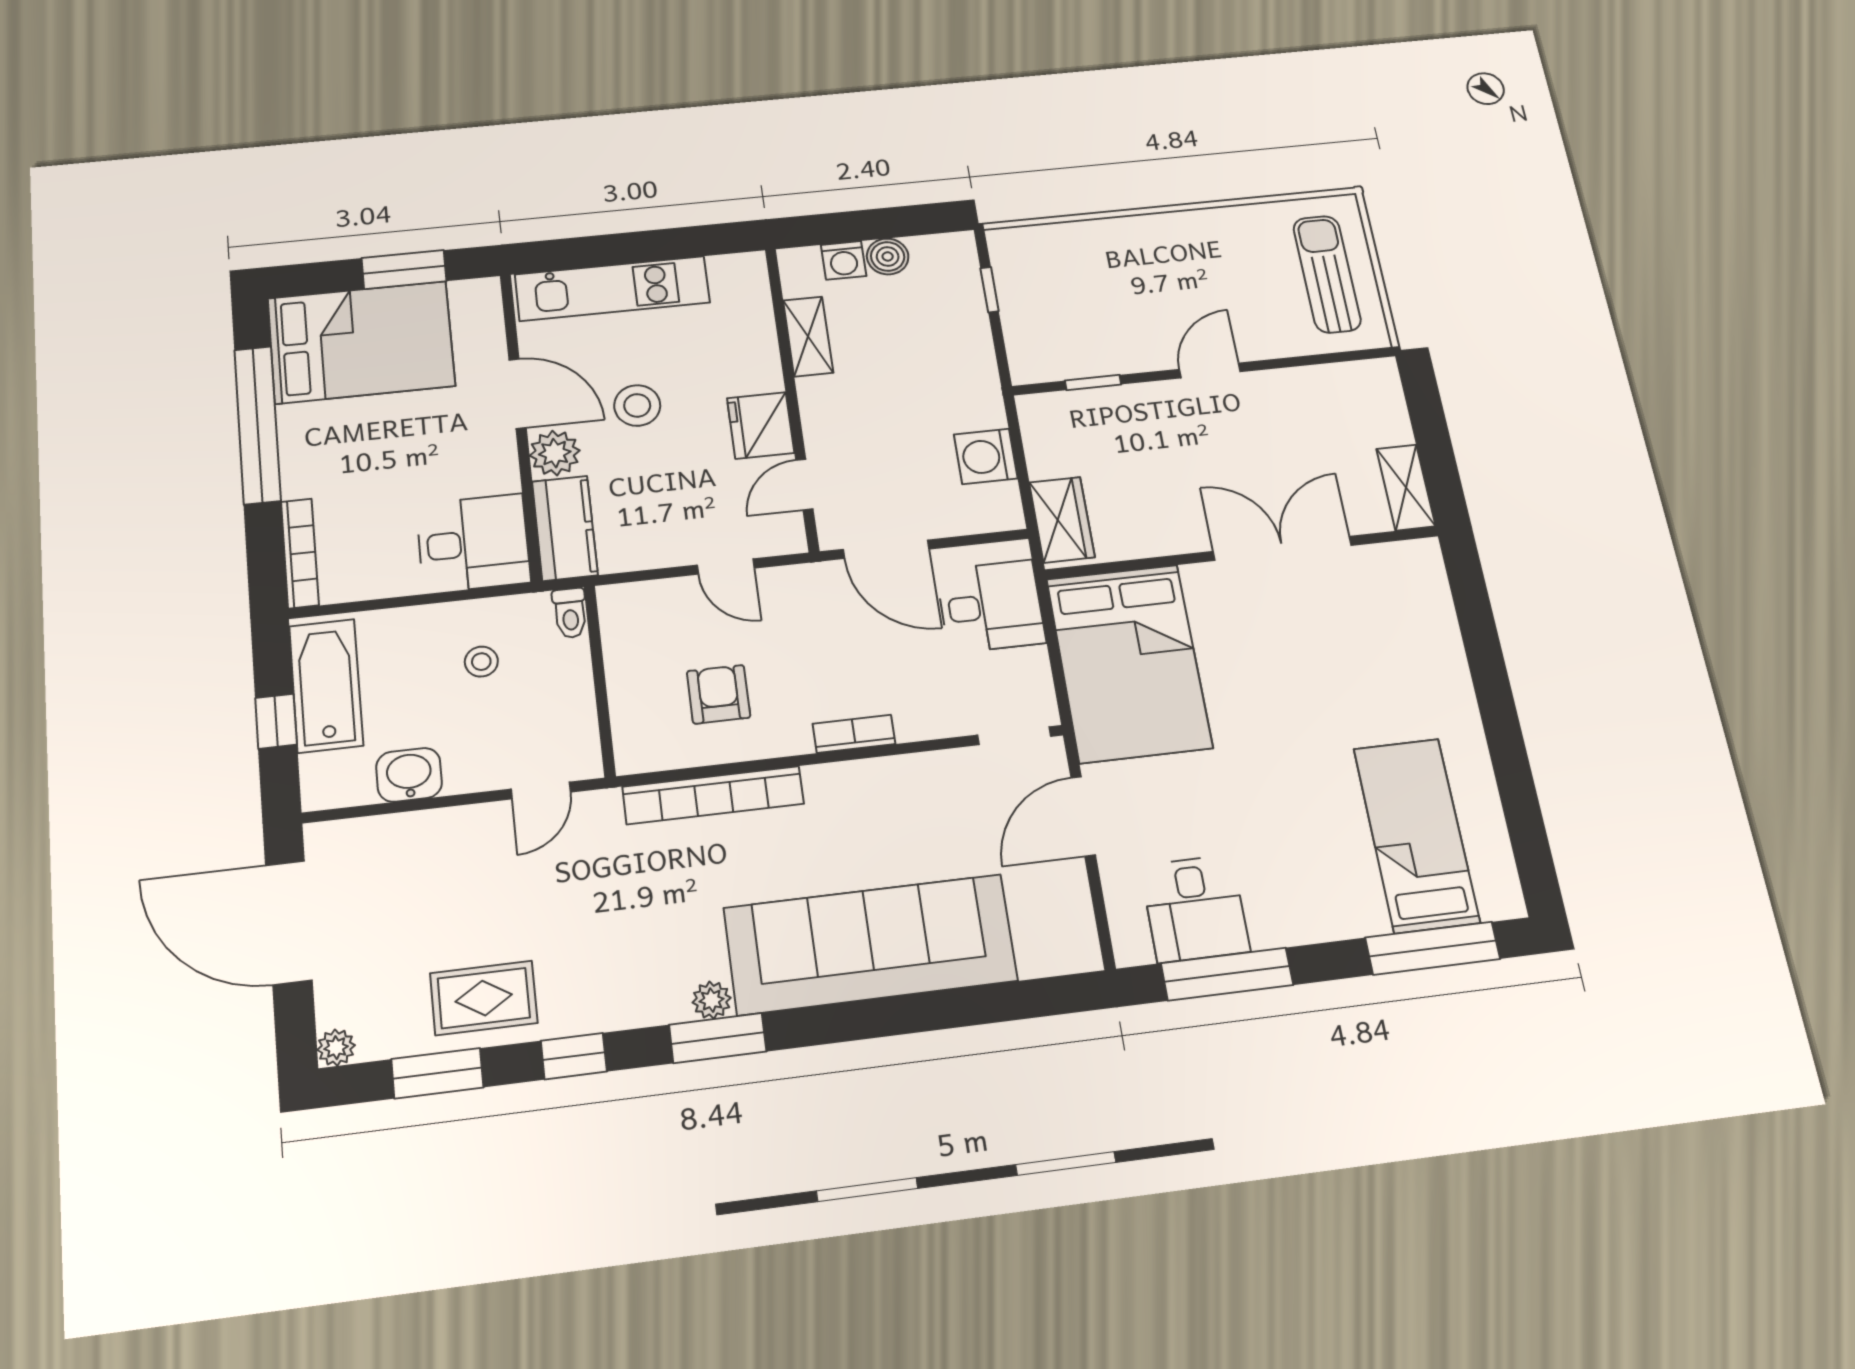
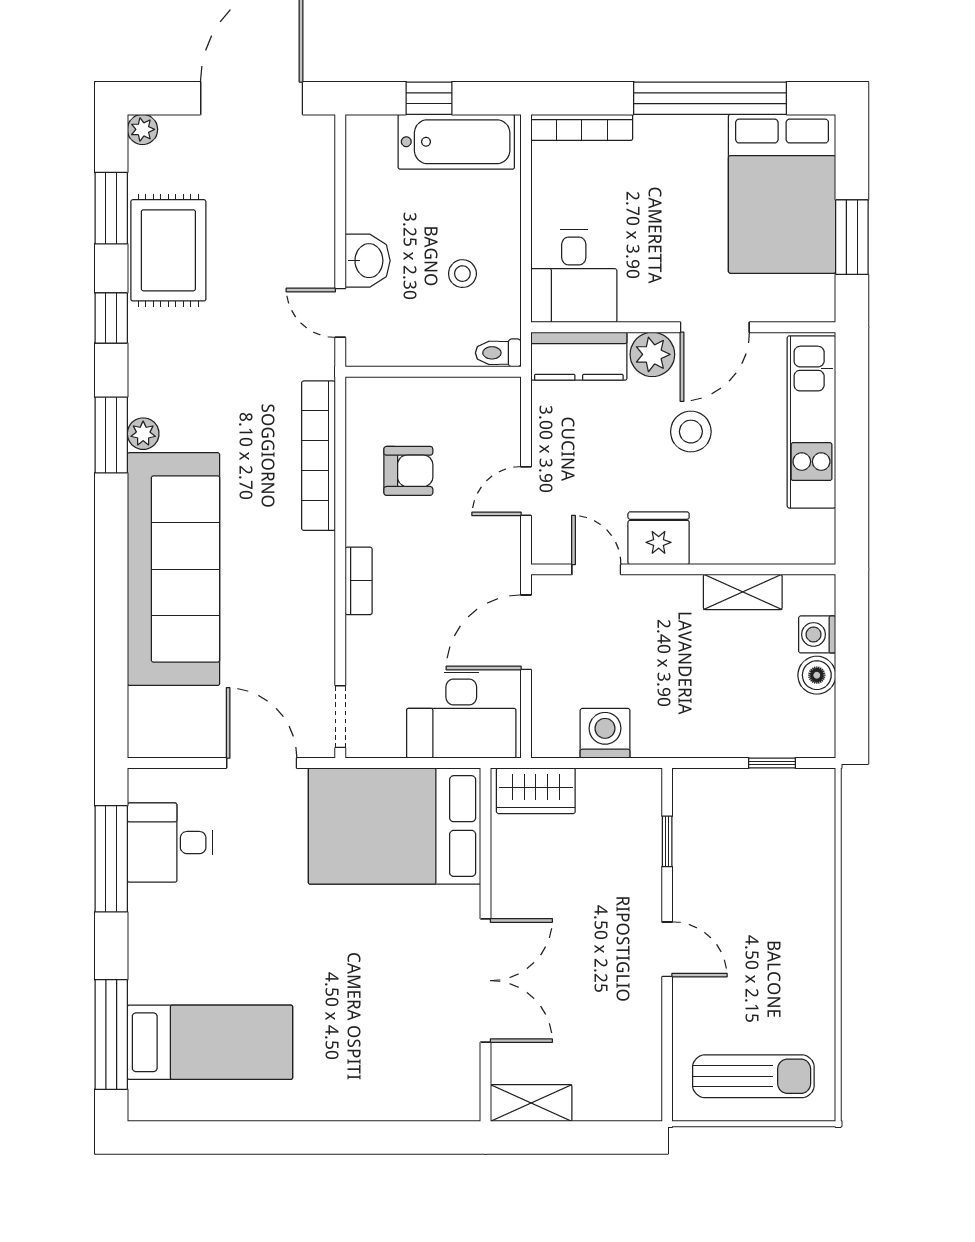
desk: (991, 606) -> (461, 715), width x1.37
washbasin: (409, 775) -> (368, 261), moved
rug: (484, 998) -> (168, 250), width x1.36, depth x1.43

